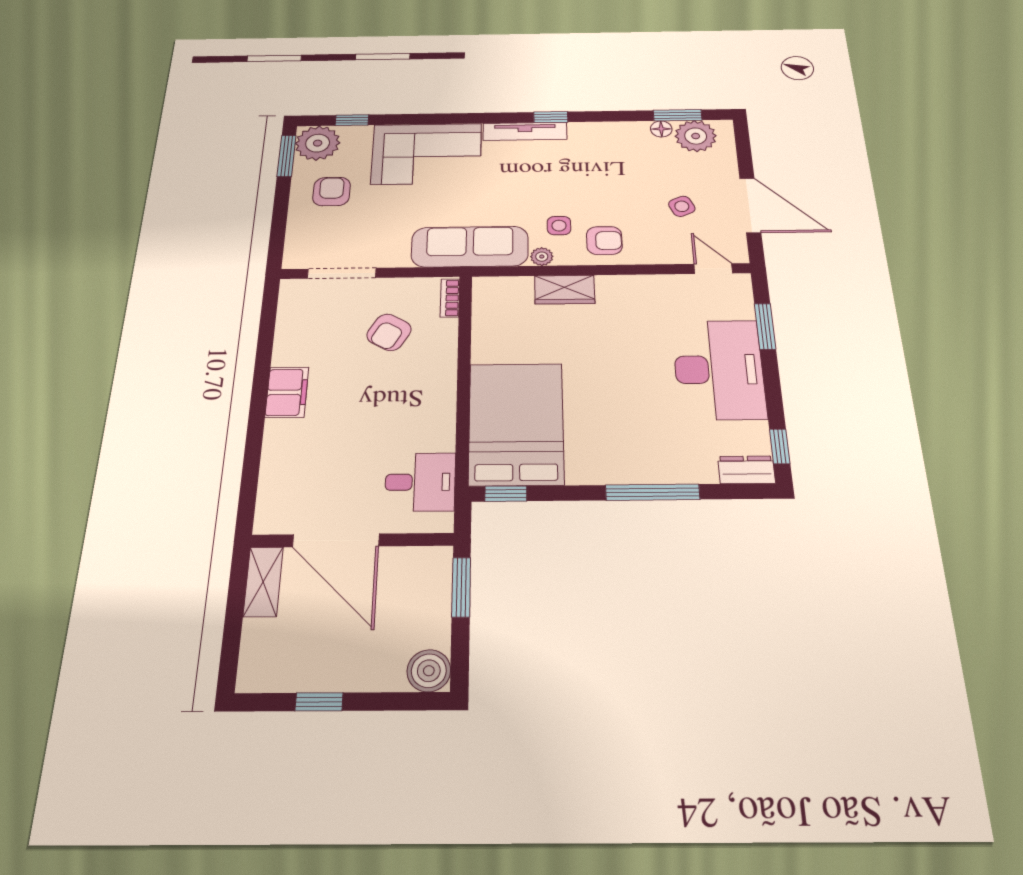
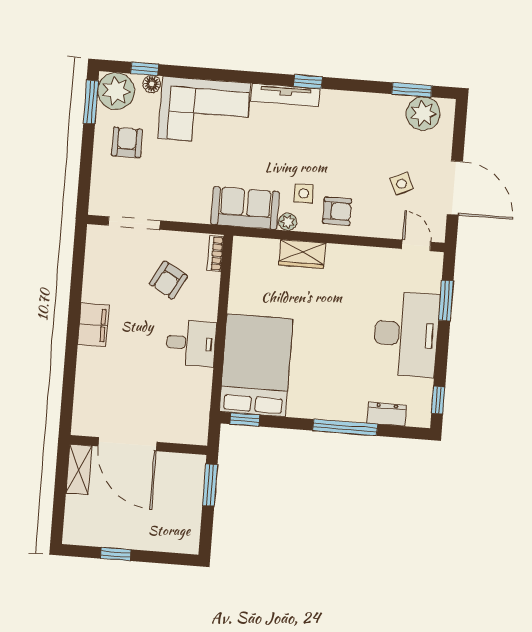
floor lamp: (661, 129) -> (152, 84), moved
sofa: (470, 247) -> (245, 208), width x0.73
dresser: (747, 470) -> (387, 414), moved
desk: (420, 482) -> (191, 343), moved
boiler: (429, 671) -> (186, 540), removed

